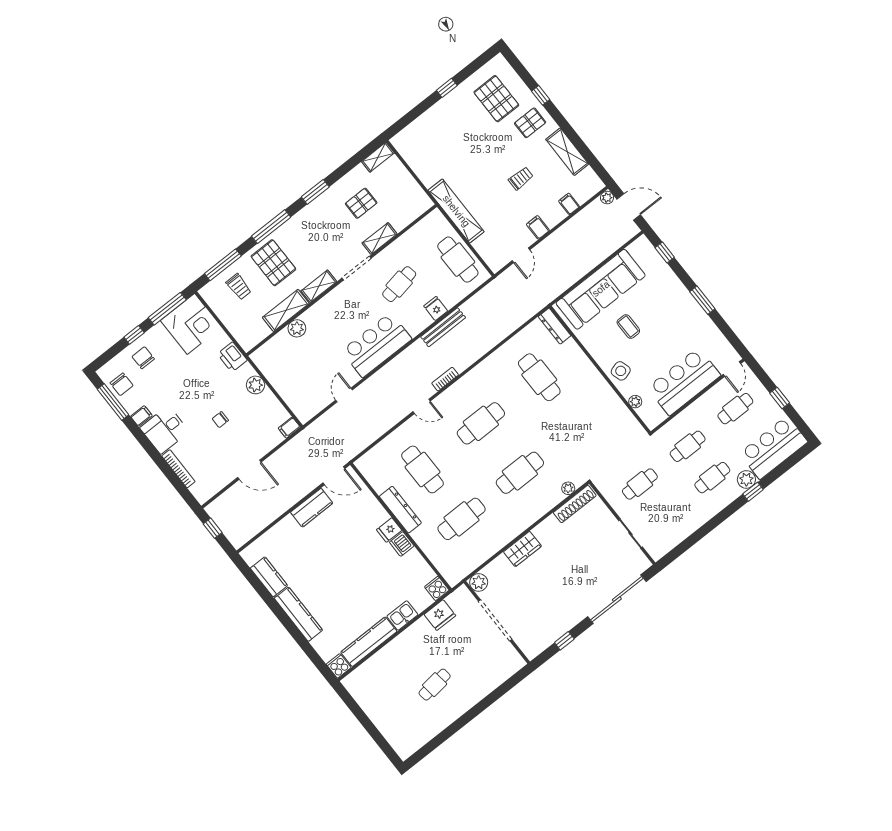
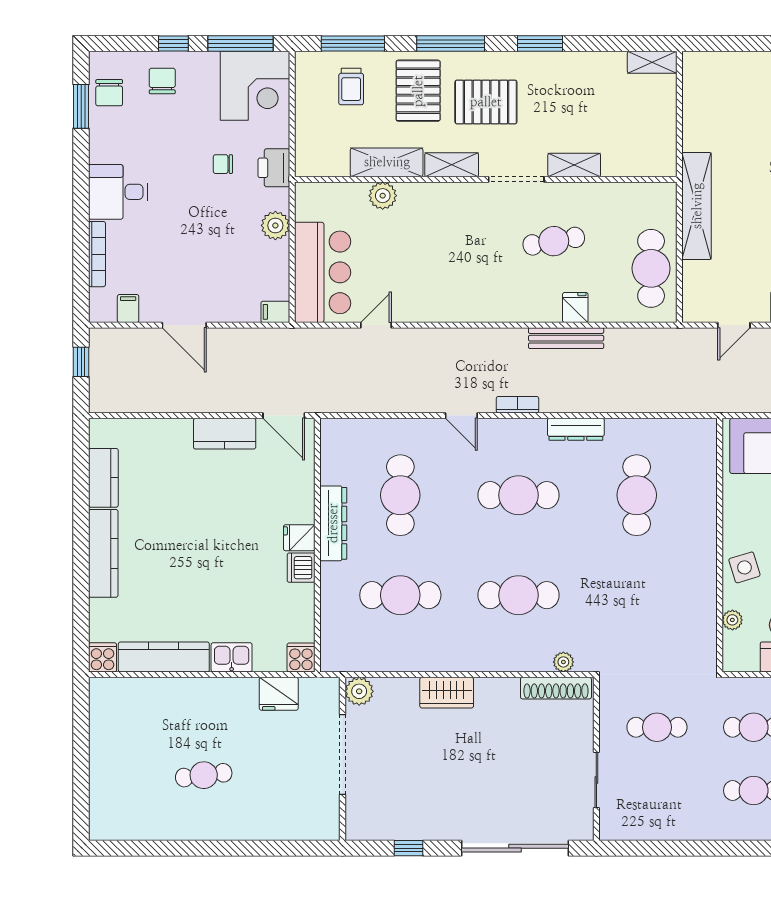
pallet: (361, 203) -> (486, 102), moved, width x1.50, depth x1.42
dresser: (555, 326) -> (576, 429), moved, turned -90
bar counter: (377, 345) -> (323, 272), moved, turned 90
window: (113, 402) -> (81, 106), width x0.69
filing cabinet: (141, 416) -> (128, 308), moved, turned -90
chair: (220, 420) -> (223, 164), moved

